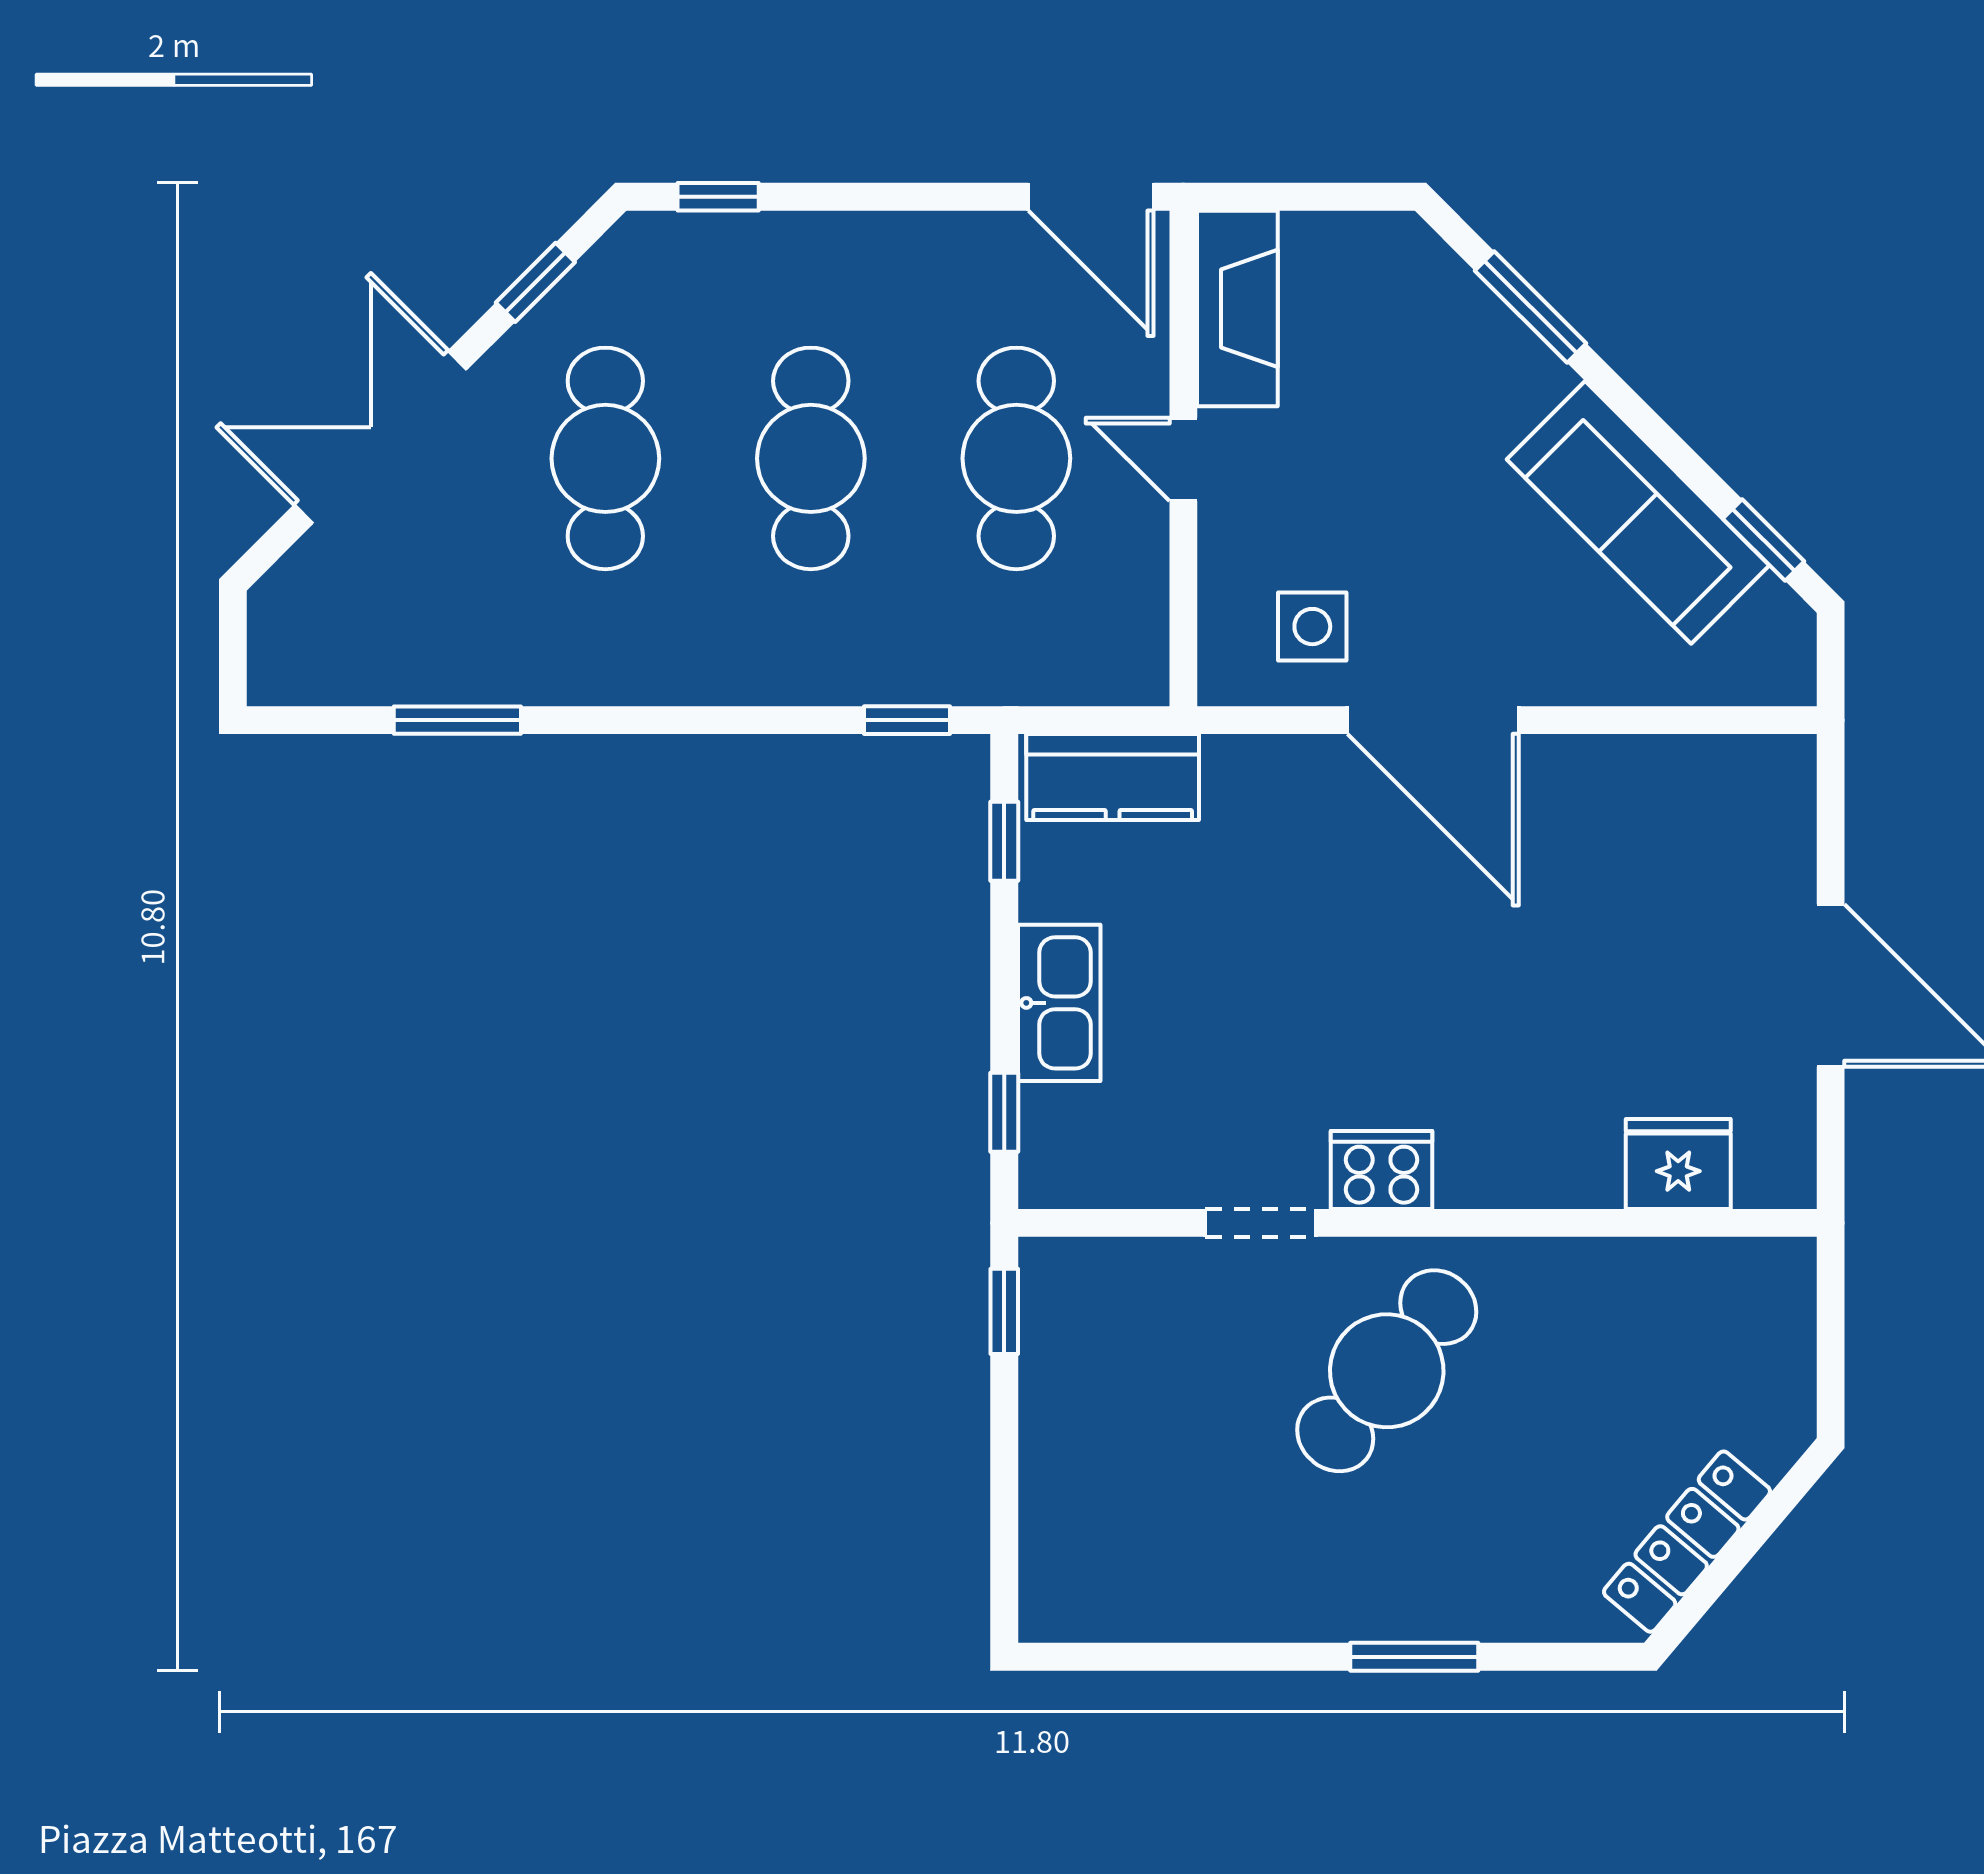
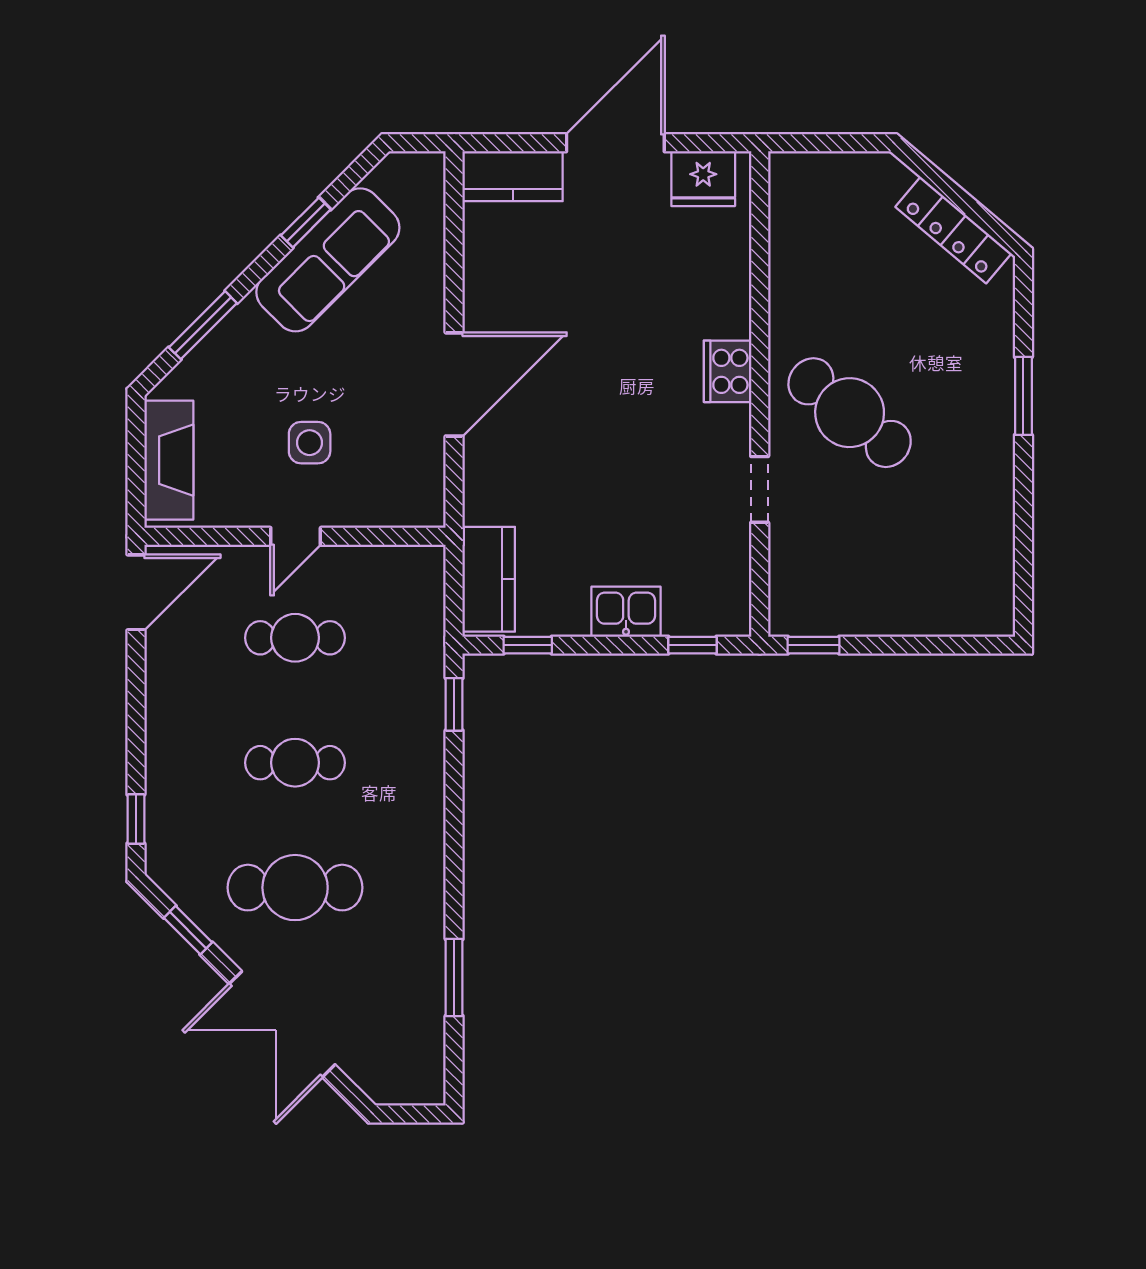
fireplace: (1237, 308) -> (169, 460), moved, turned 90
cafe table: (811, 458) -> (295, 763), width x0.73, depth x0.74
cafe table: (1016, 458) -> (295, 638), width x0.73, depth x0.74
window: (1764, 540) -> (306, 222), moved
side table: (1312, 627) -> (310, 443), moved
kitchen counter: (1776, 816) -> (513, 176), added
kitchen sink: (1059, 1003) -> (626, 612), width x0.73
fridge: (1678, 1164) -> (703, 179), moved, turned -90
cooker: (1382, 1170) -> (728, 371), moved

